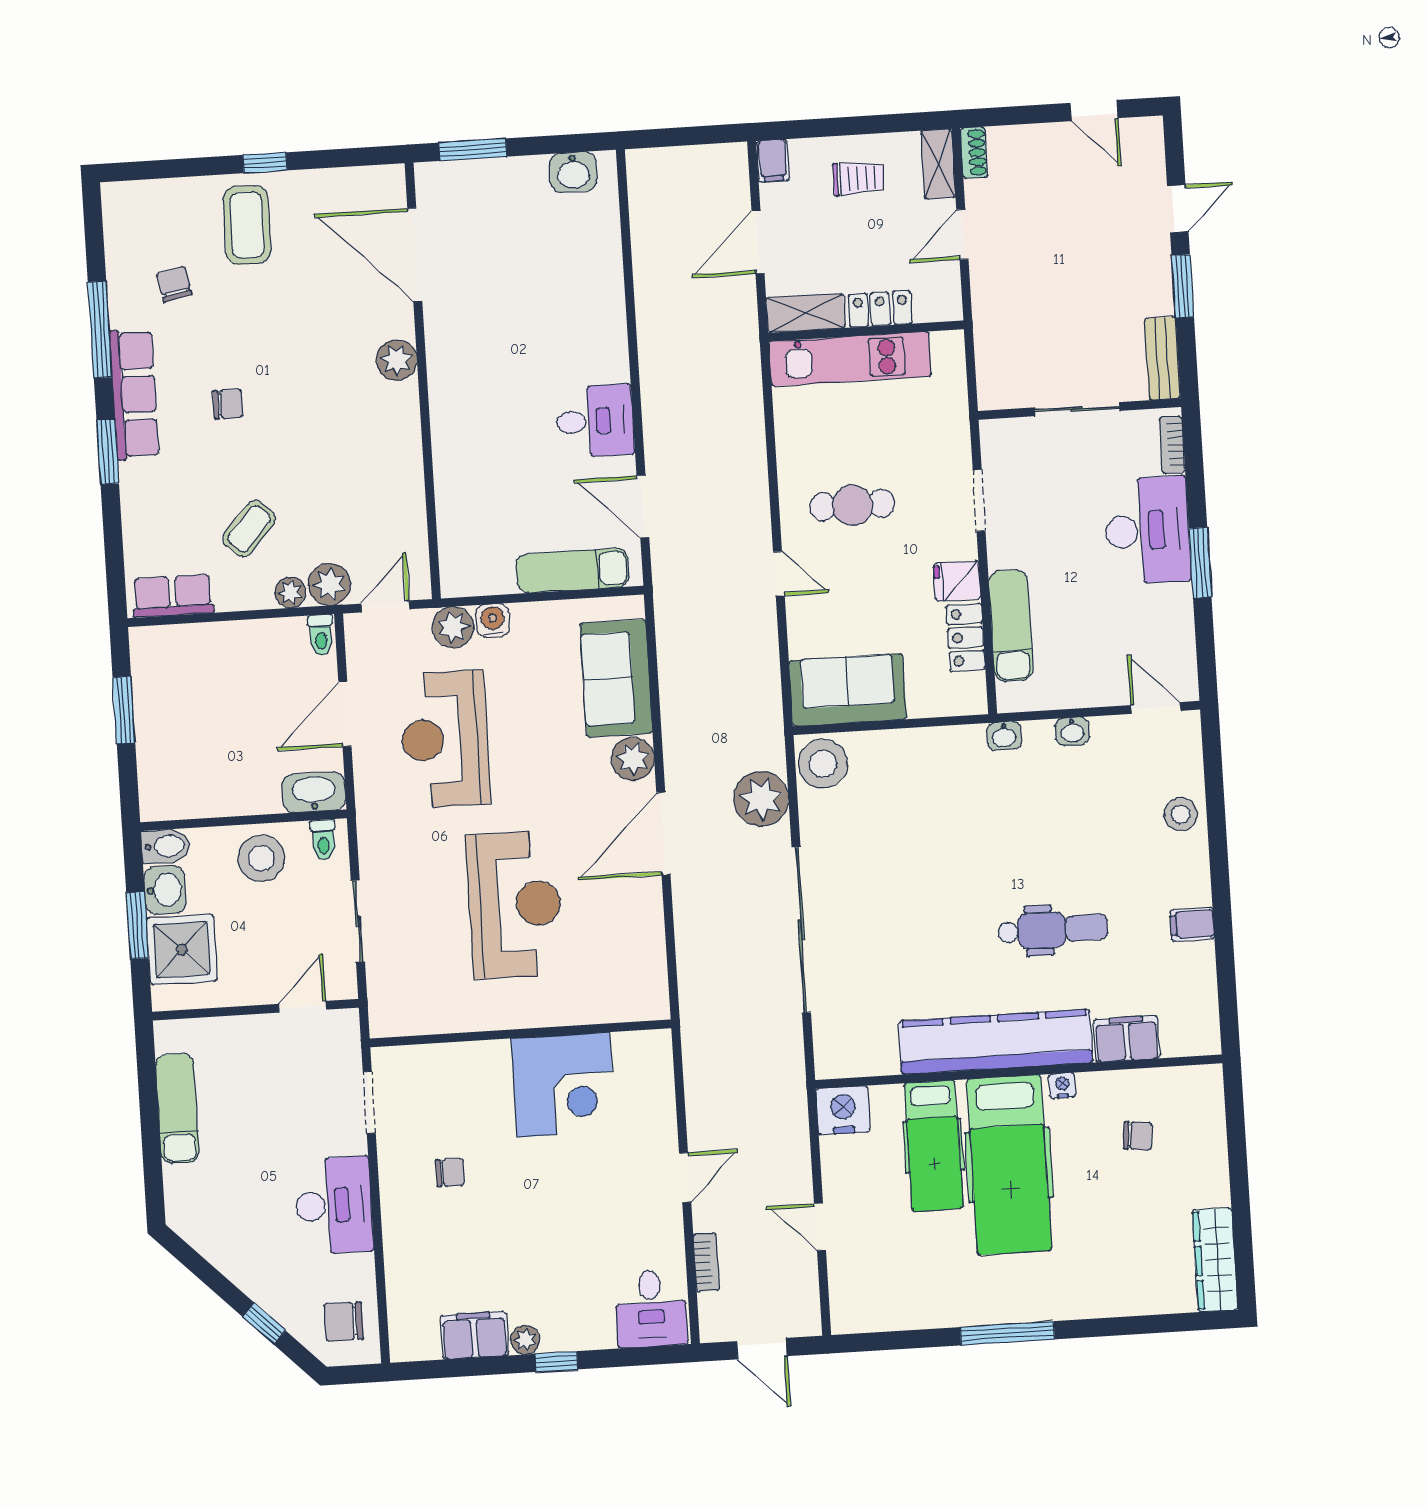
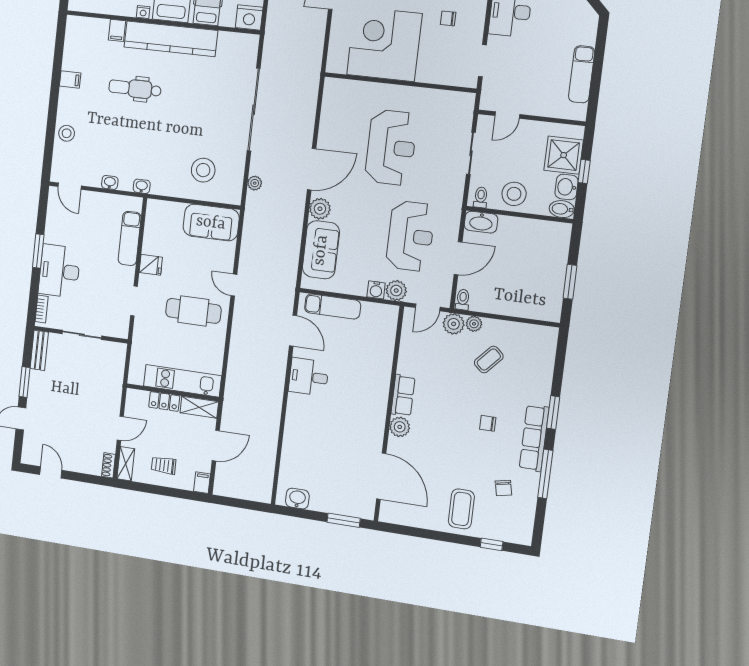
window: (265, 163) -> (492, 544), moved
cafe table: (852, 505) -> (193, 311), width x1.37, depth x1.35
row of seats: (173, 596) -> (403, 395), moved, turned -90
locker: (966, 638) -> (152, 237), removed
stool: (823, 764) -> (203, 170), moved
plant: (761, 799) -> (255, 183), width x0.53, depth x0.53
reception desk: (515, 905) -> (391, 147), turned 180
window: (137, 925) -> (584, 171), width x0.67
filing cabinet: (1127, 1039) -> (117, 30), width x0.50
corner desk: (563, 1085) -> (384, 44), width x1.36, depth x1.36

